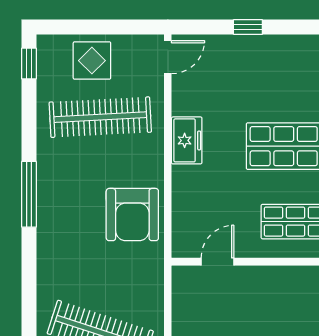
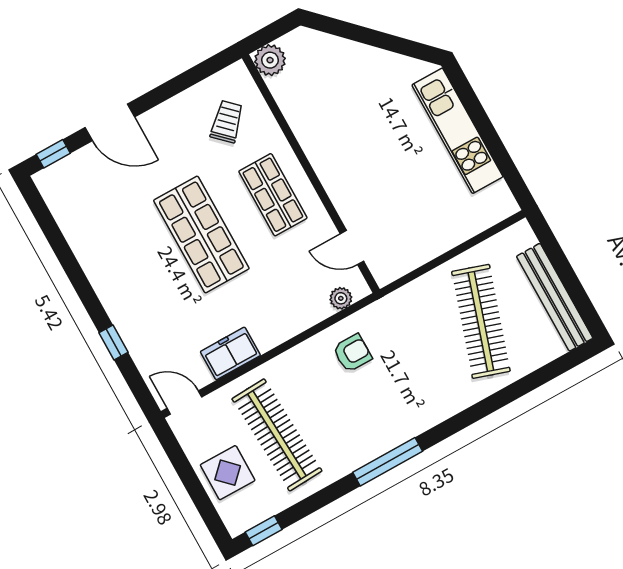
freezer: (187, 140) -> (230, 353), moved
armchair: (132, 215) -> (352, 353), width x0.53, depth x0.53
plant: (182, 230) -> (341, 298), added

